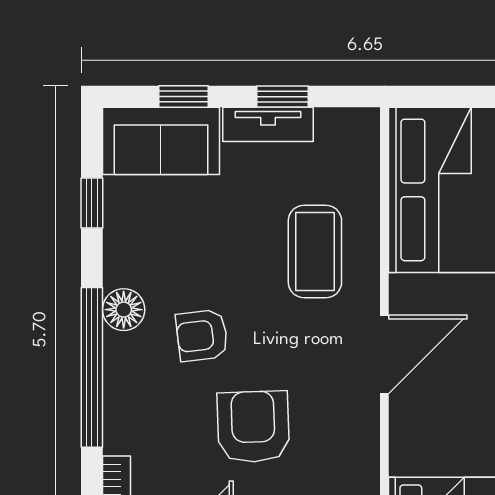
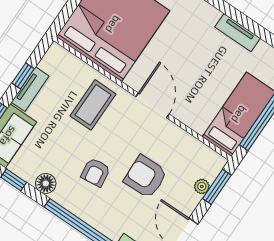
coffee table: (315, 252) -> (93, 105), turned 90
floor lamp: (124, 310) -> (46, 183), moved

